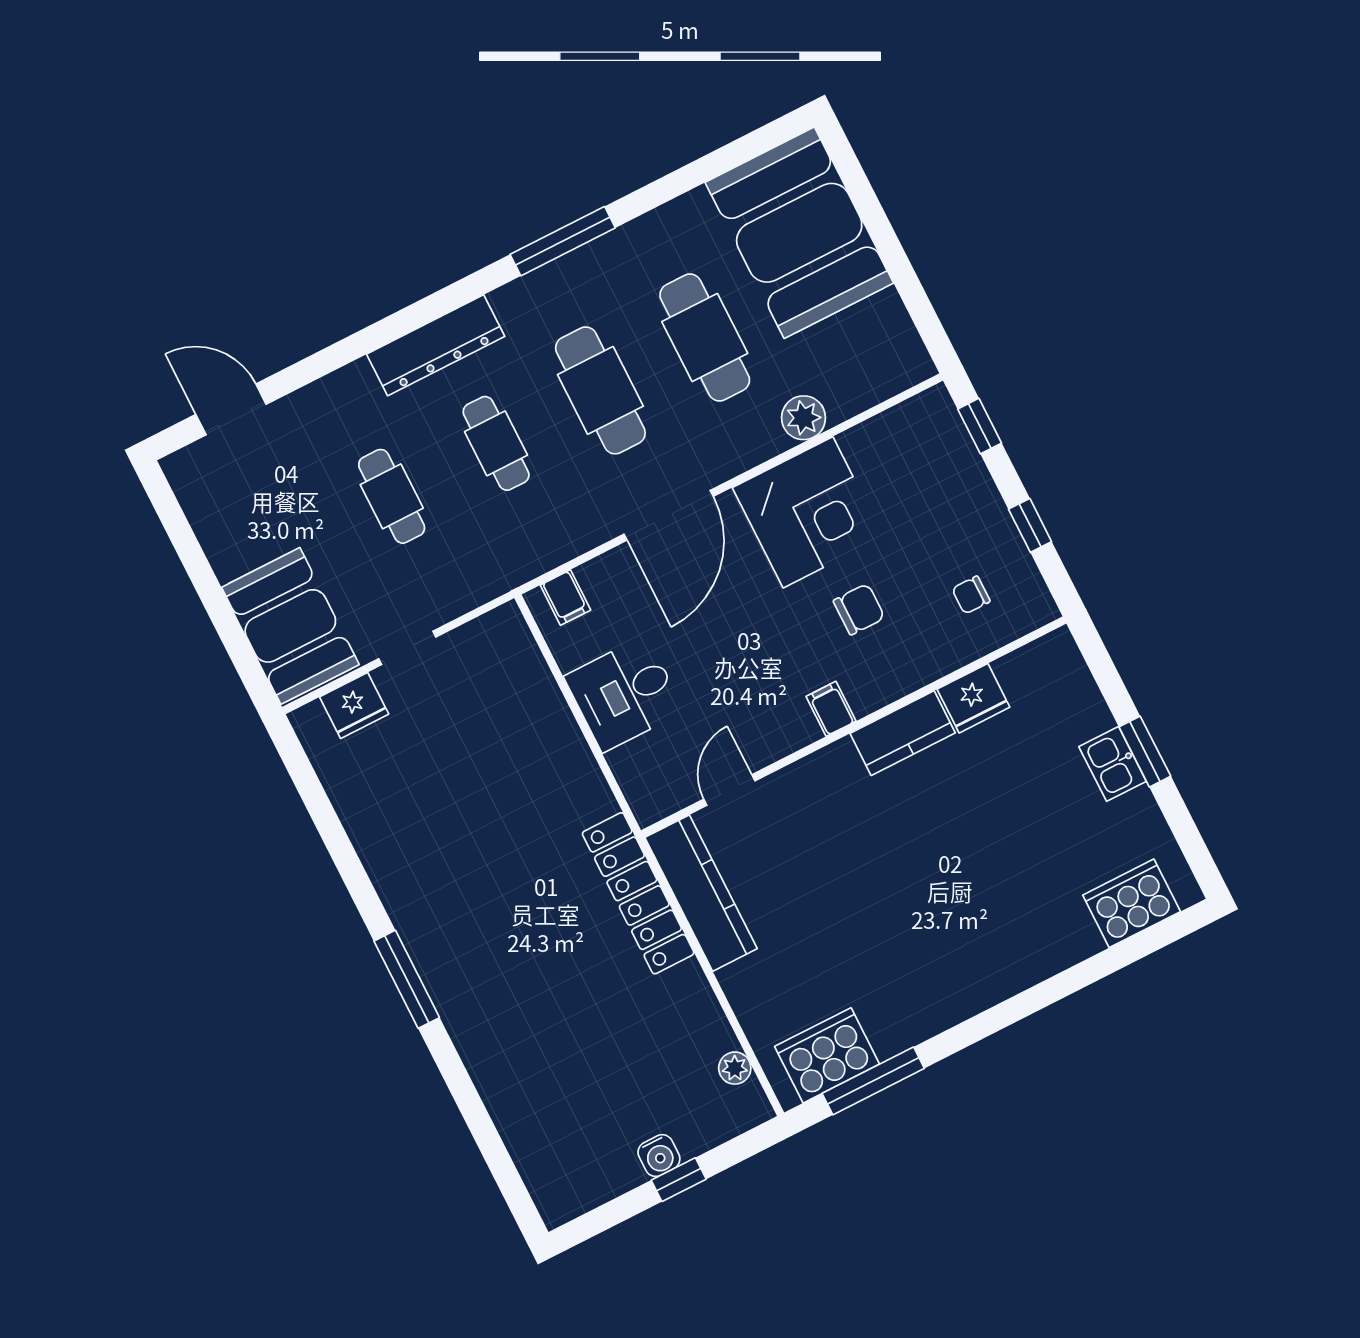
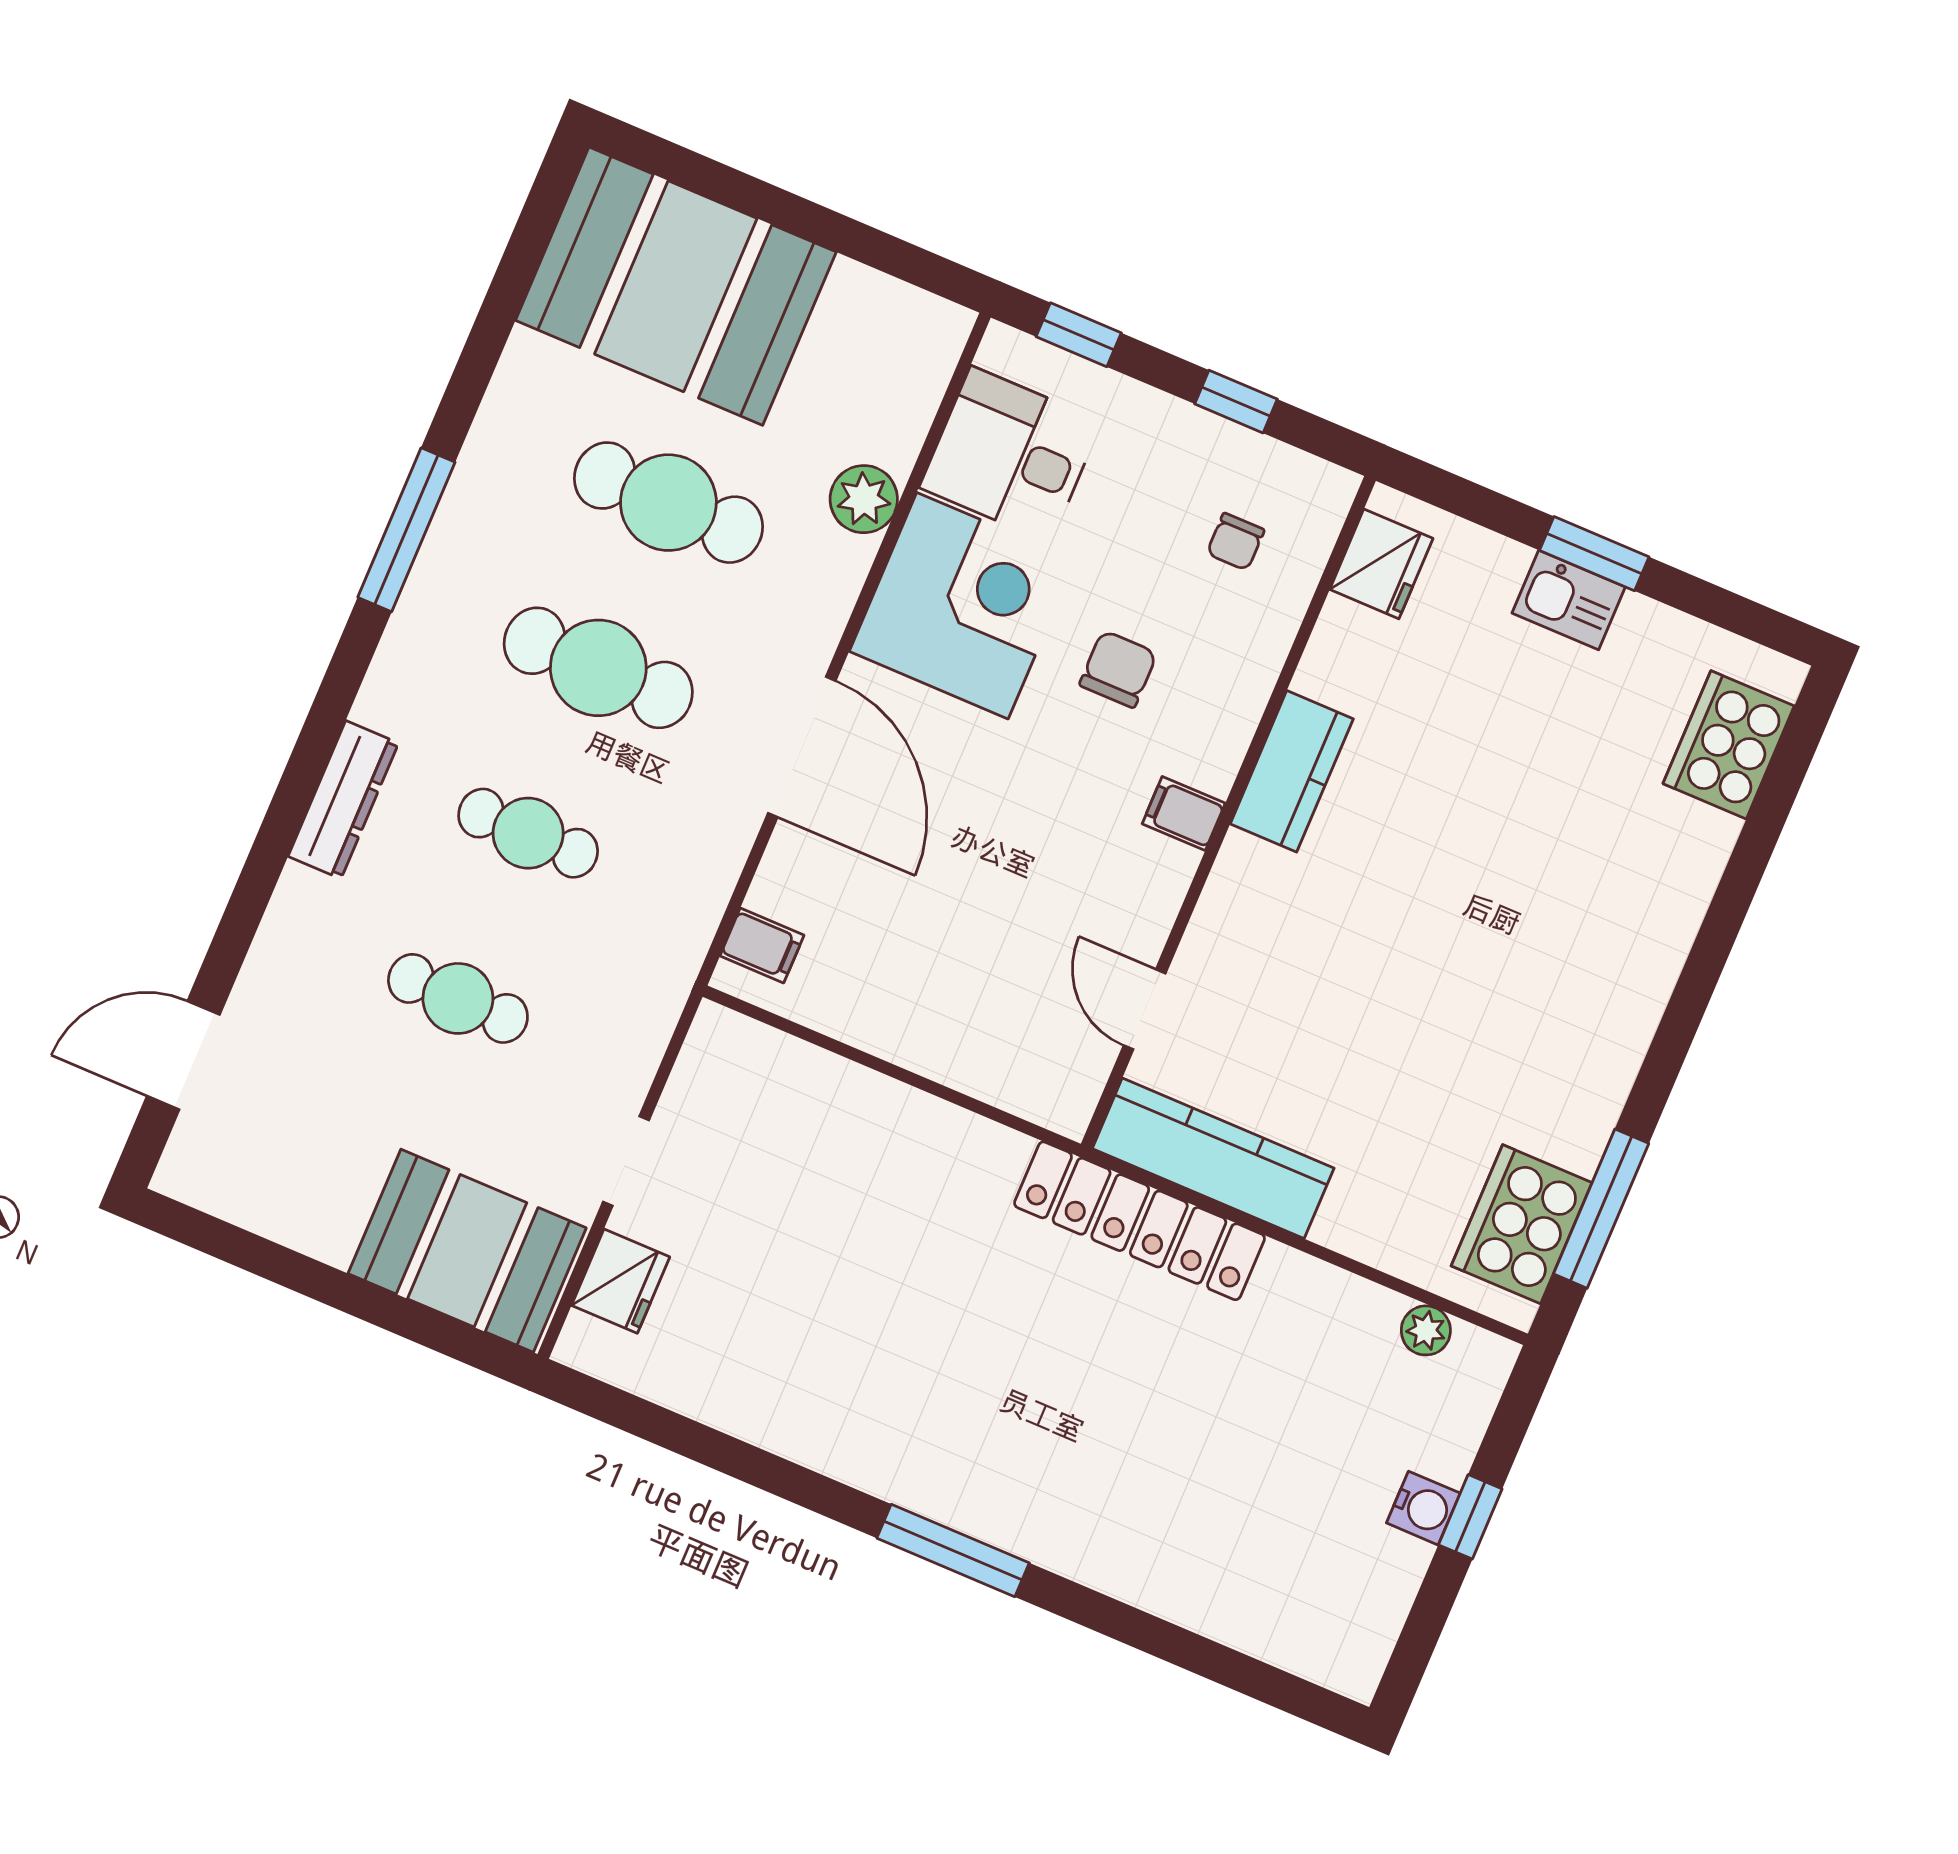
dresser: (436, 345) -> (343, 800), width x0.73, depth x0.80
desk: (624, 694) -> (1011, 455), moved, turned 90
fridge: (973, 698) -> (1381, 564), moved

